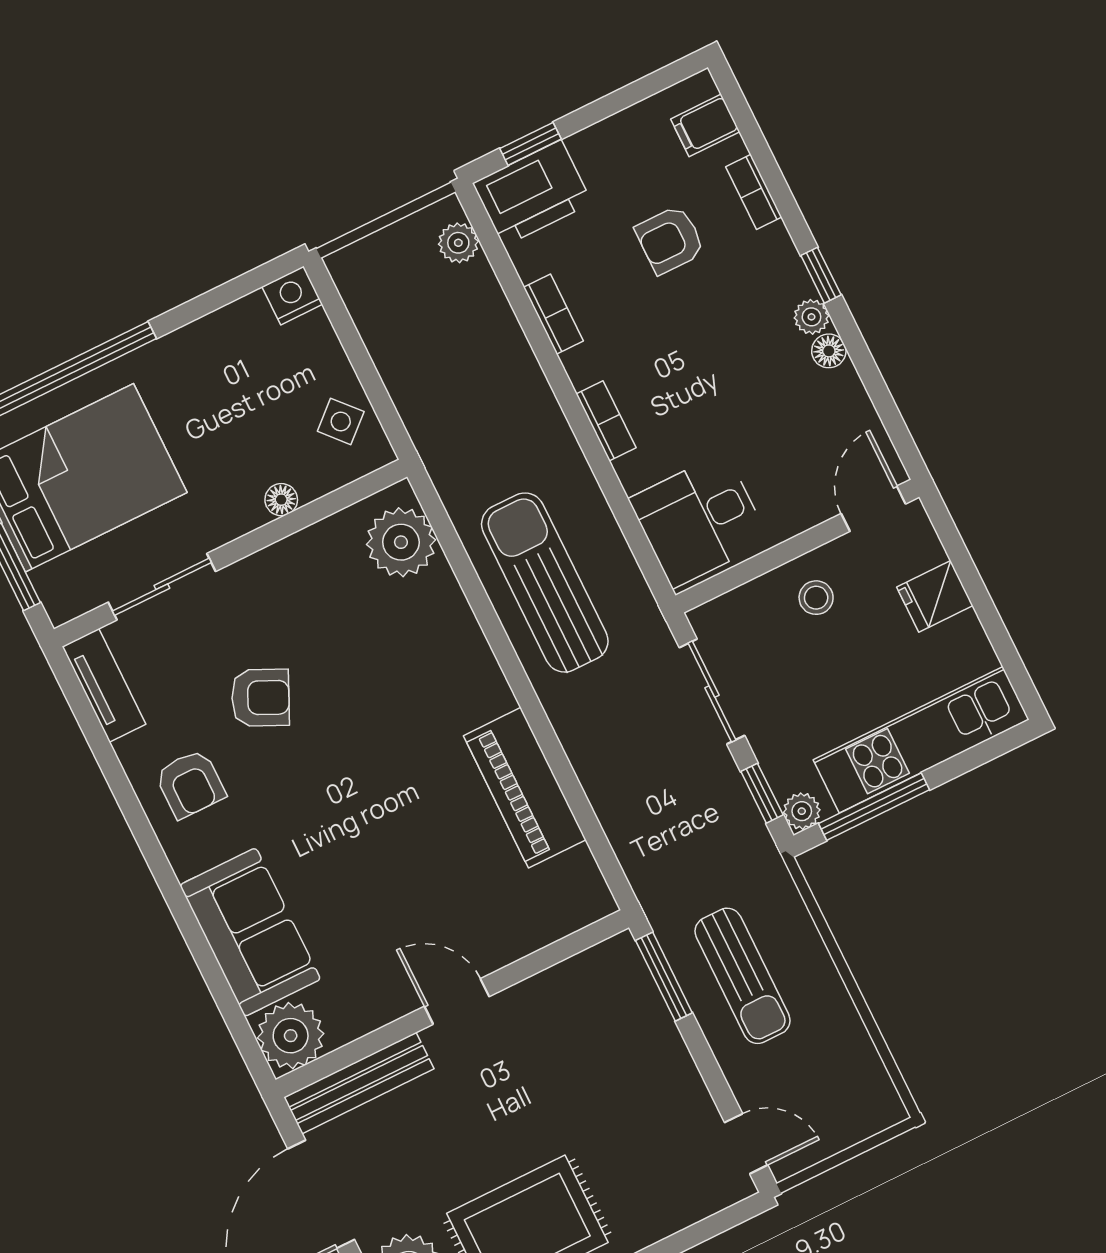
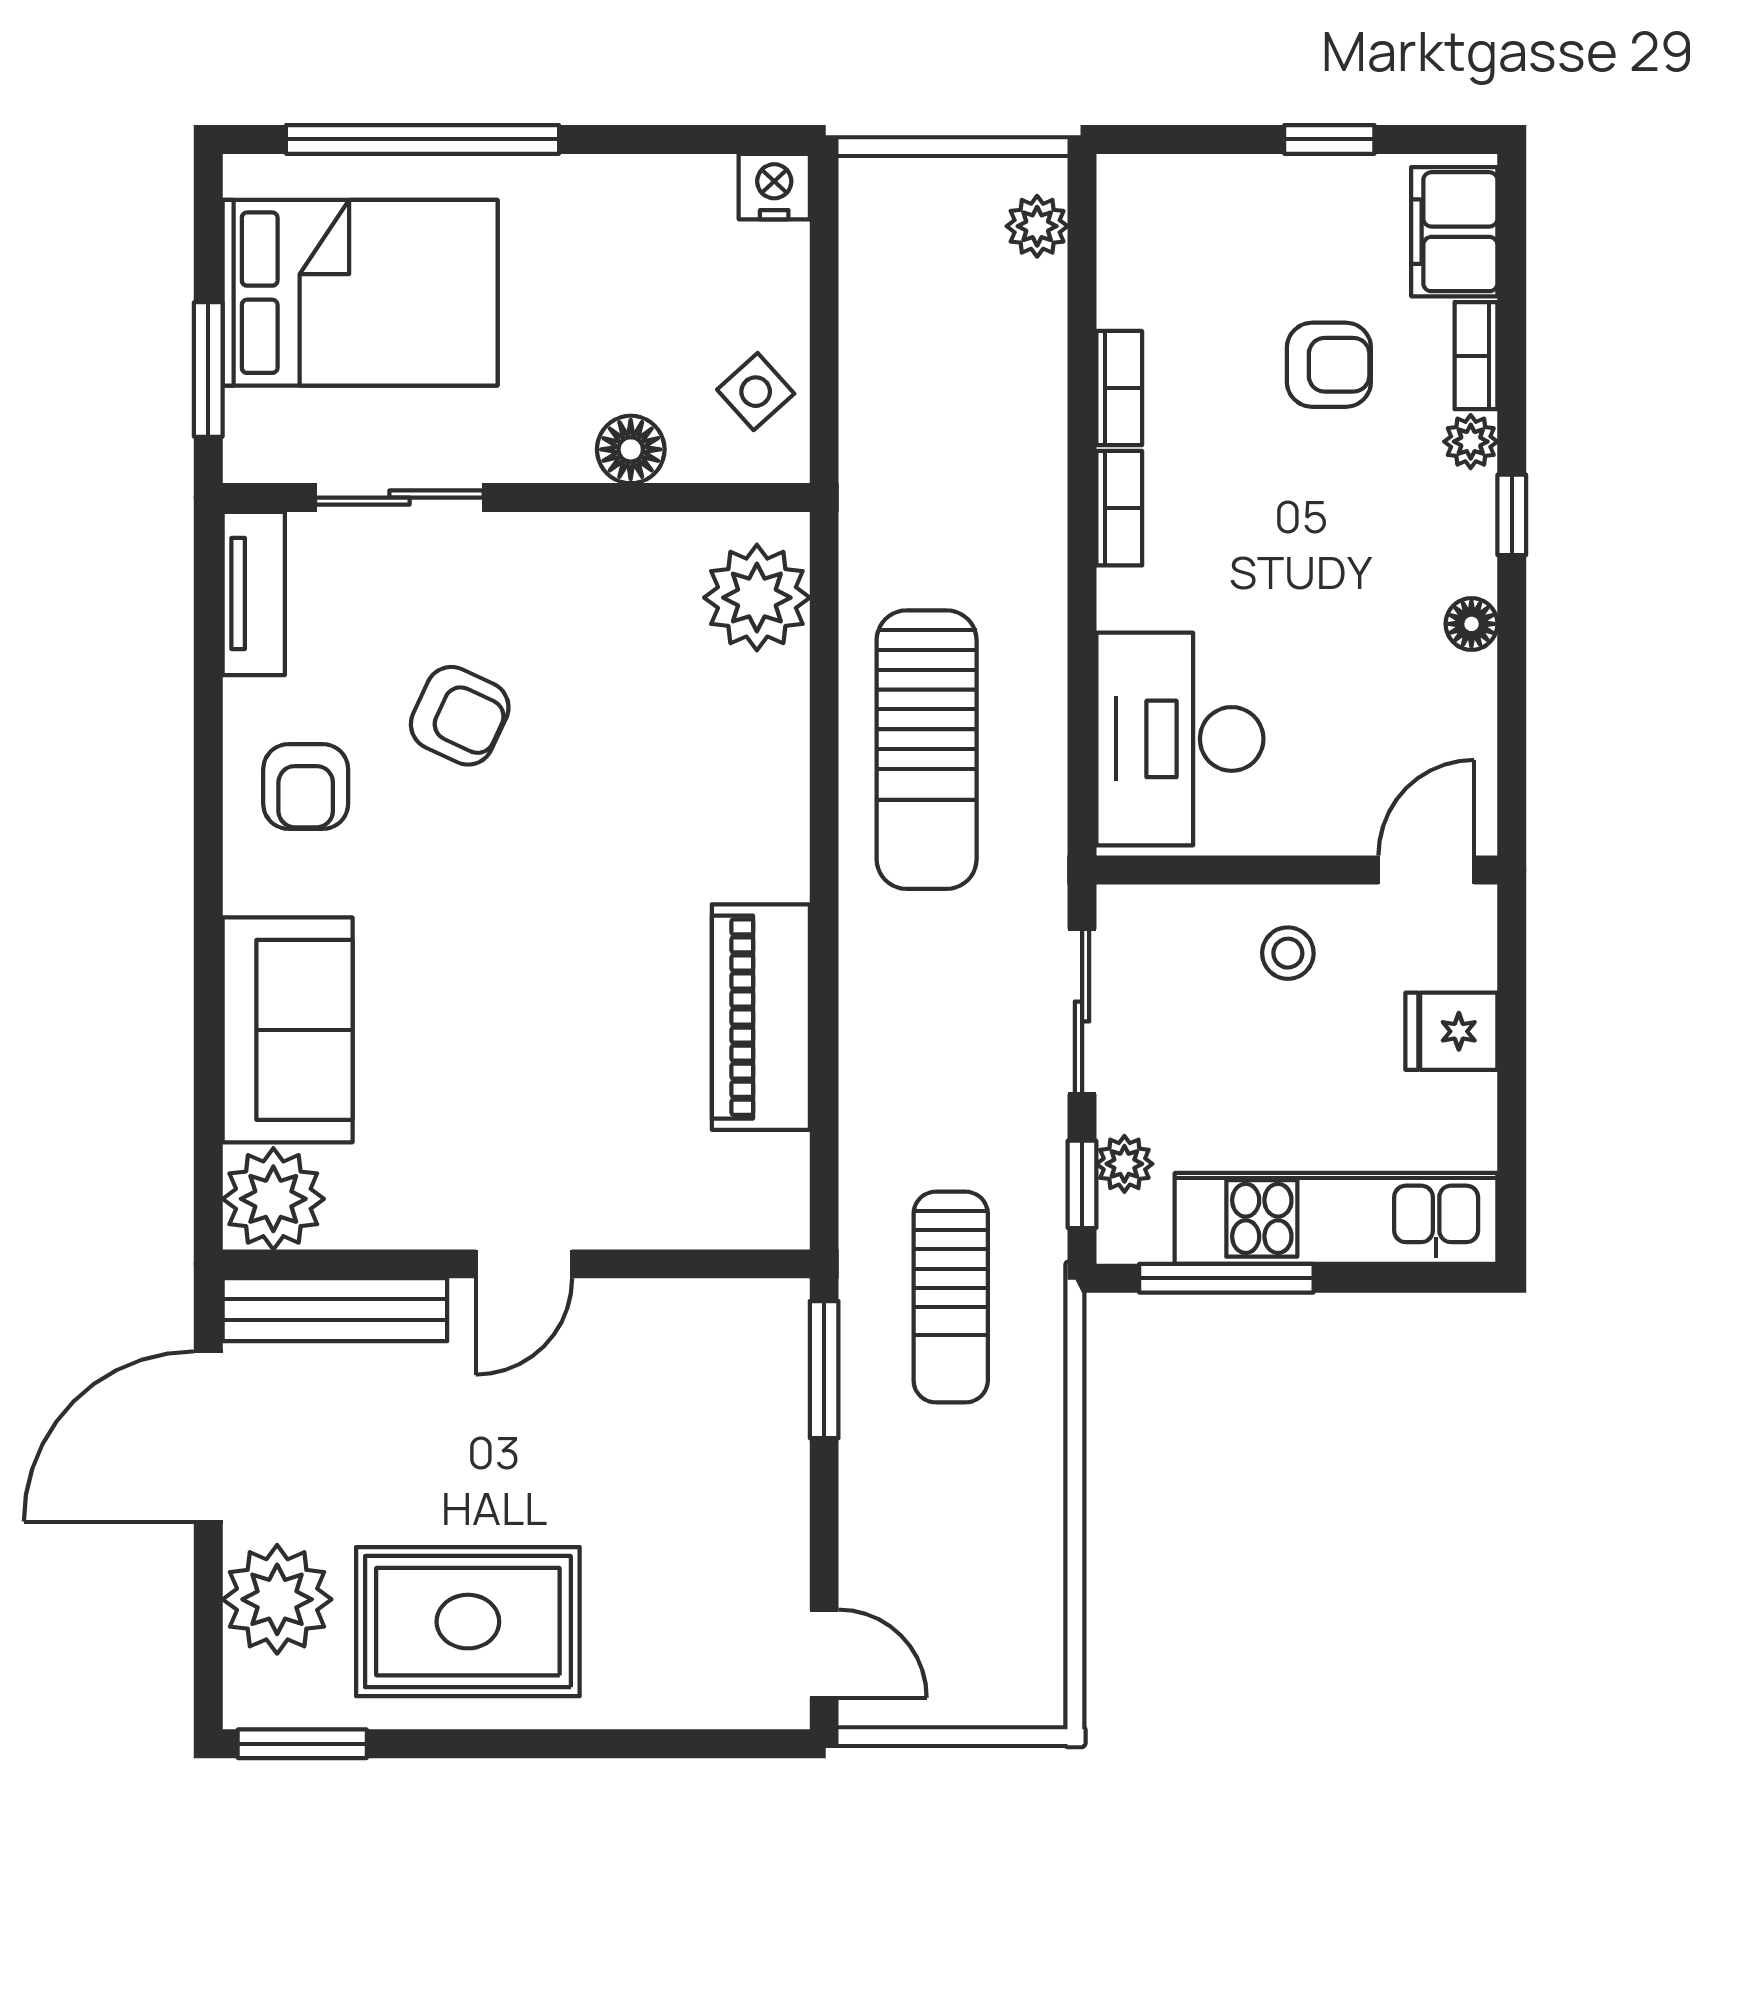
filing cabinet: (705, 125) -> (1454, 232), width x2.00
window: (531, 144) -> (1329, 139), moved
printer: (532, 193) -> (1172, 208), removed
armchair: (670, 240) -> (1329, 365), turned 180
plant: (811, 317) -> (1471, 442), moved
bookcase: (606, 421) -> (1119, 508), moved
floor lamp: (281, 500) -> (631, 449), width x1.37, depth x1.37
desk: (699, 520) -> (1180, 739), width x1.37
sun lounger: (545, 583) -> (927, 750), turned 180
plant: (802, 811) -> (1124, 1164), moved
sun lounger: (742, 976) -> (951, 1297), moved
door: (457, 1001) -> (524, 1264), swing flipped

